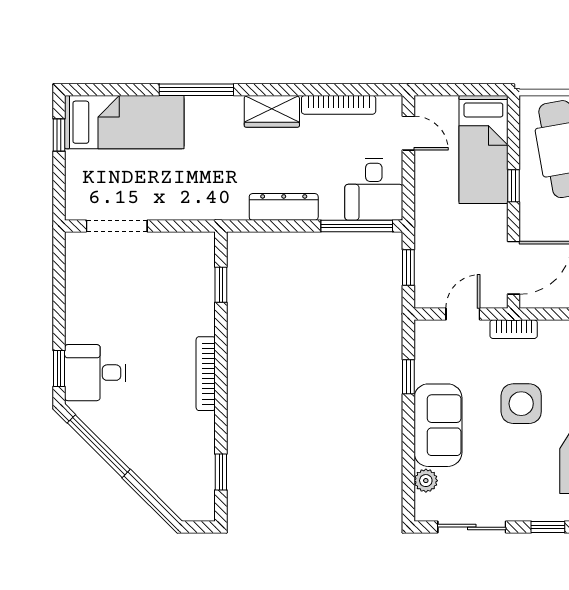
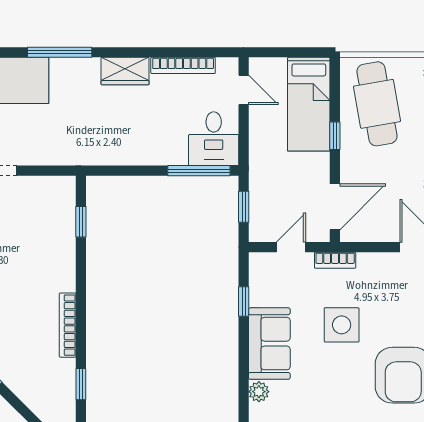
dresser: (284, 207) -> (135, 154), removed
bookcase: (206, 374) -> (68, 325), moved

